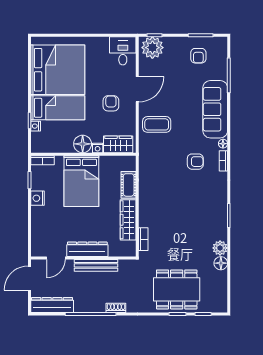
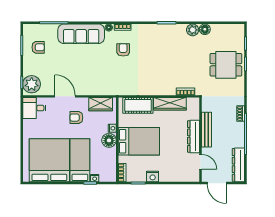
coffee table: (157, 124) -> (93, 81), removed
wardrobe: (118, 144) -> (101, 104), moved, turned -90
cot: (129, 185) -> (138, 105), width x1.37, depth x1.34
dining table: (177, 289) -> (226, 65), width x0.73

